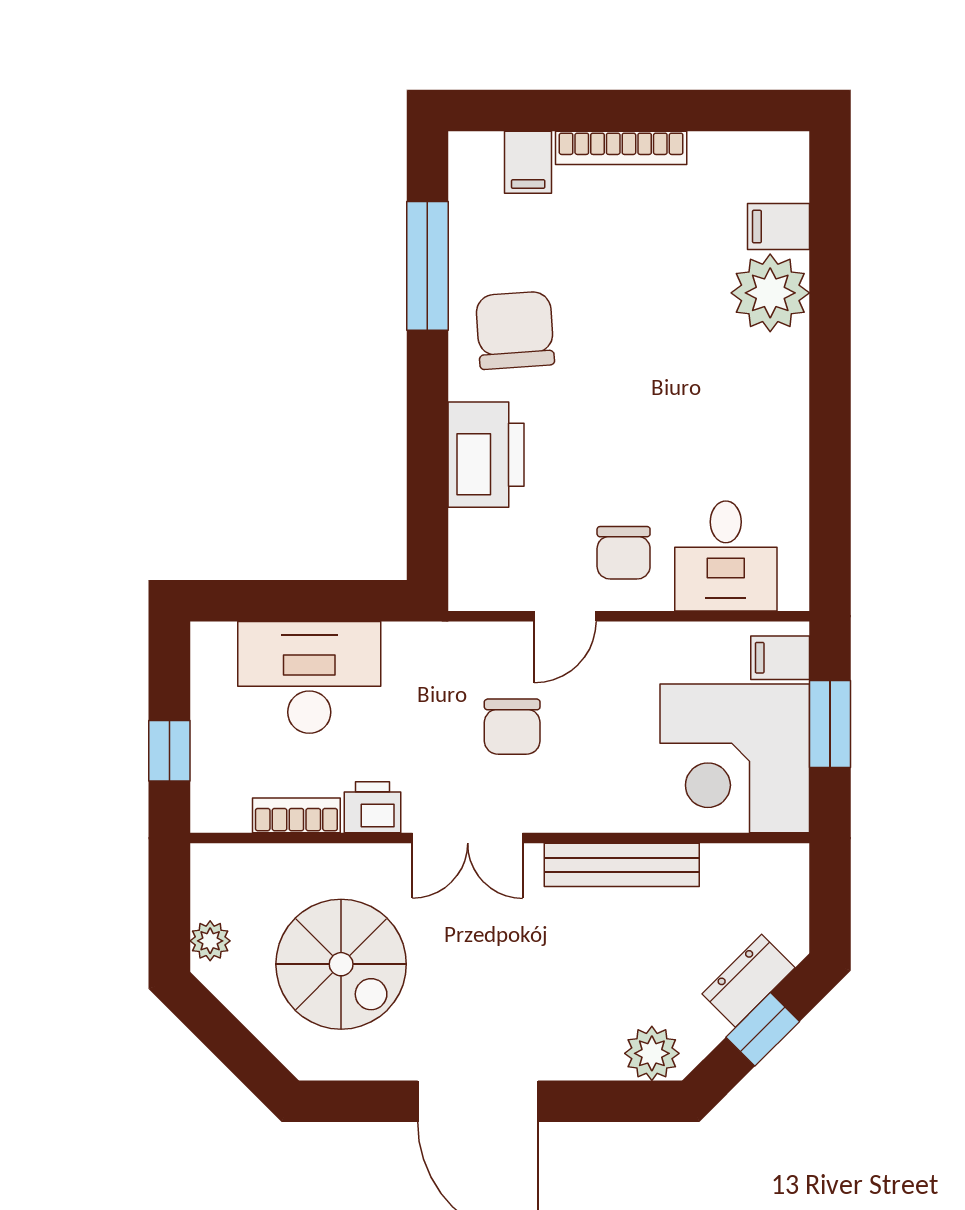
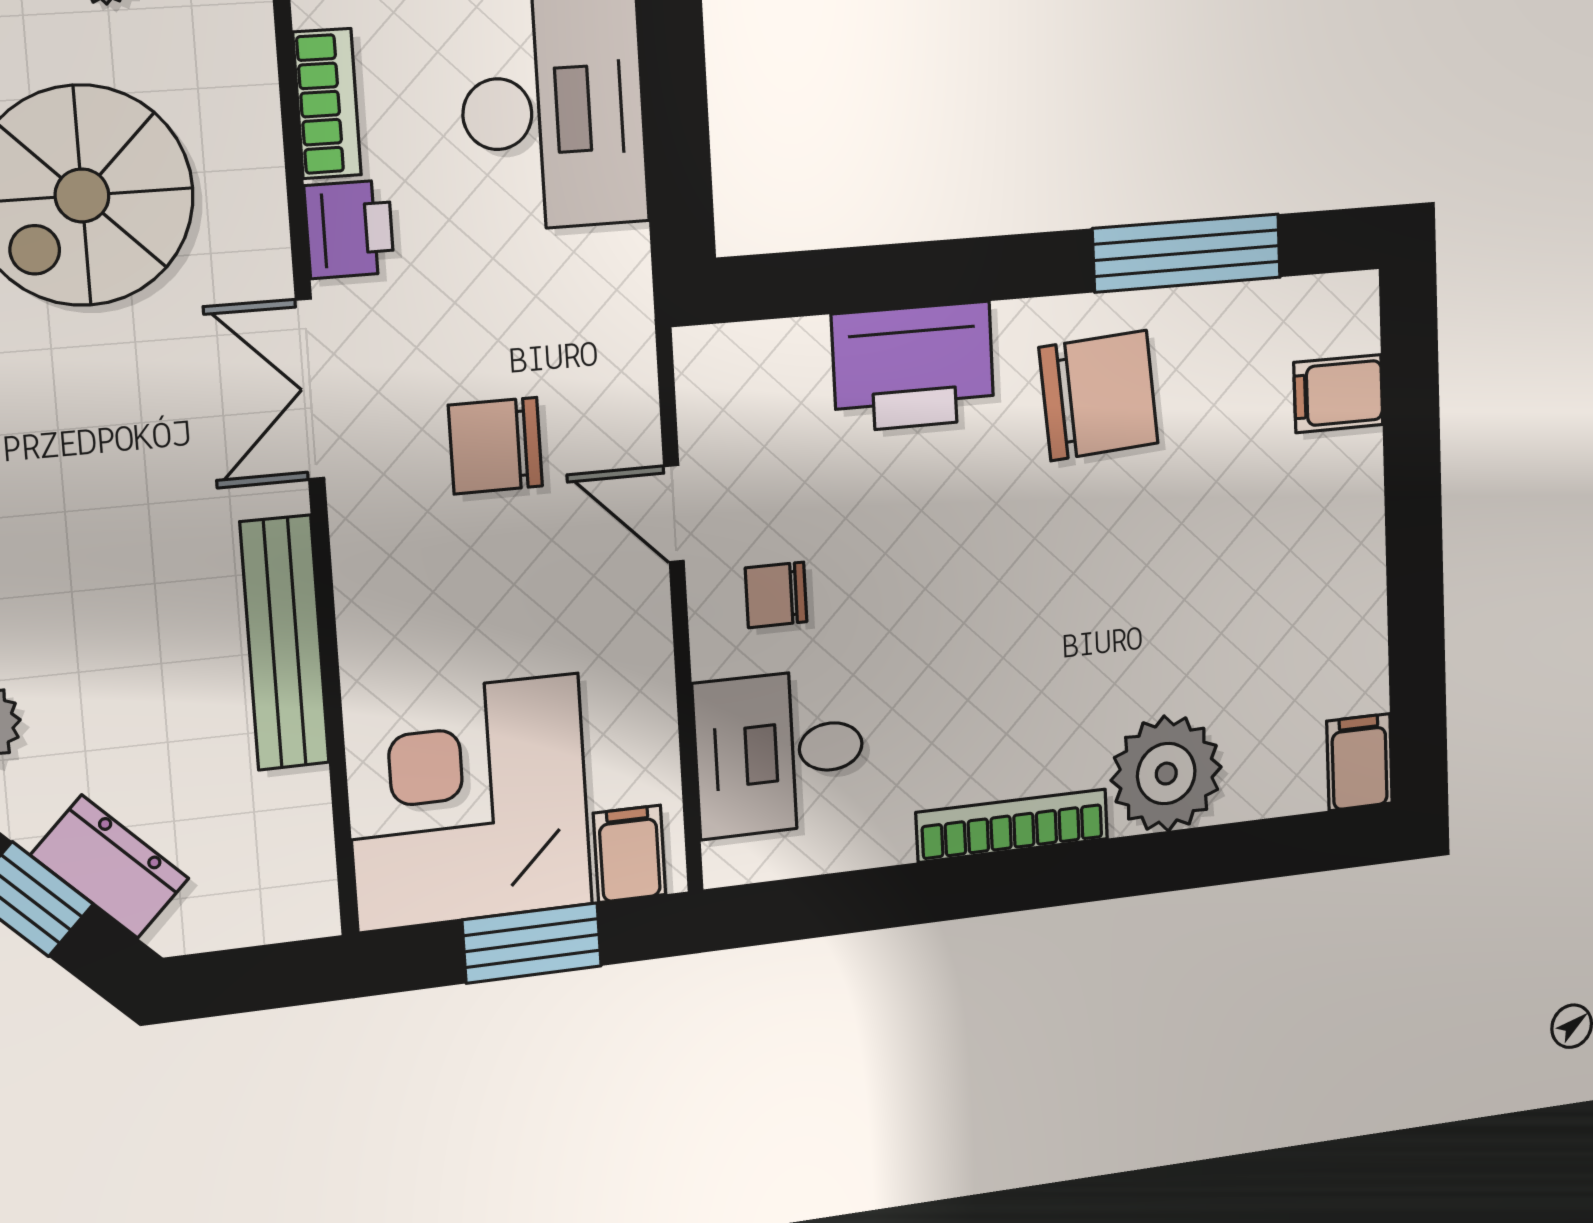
bookcase: (621, 148) -> (1012, 826), moved, turned 90
filing cabinet: (779, 227) -> (1360, 762), moved
chair: (624, 553) -> (776, 595), width x0.73, depth x0.73

